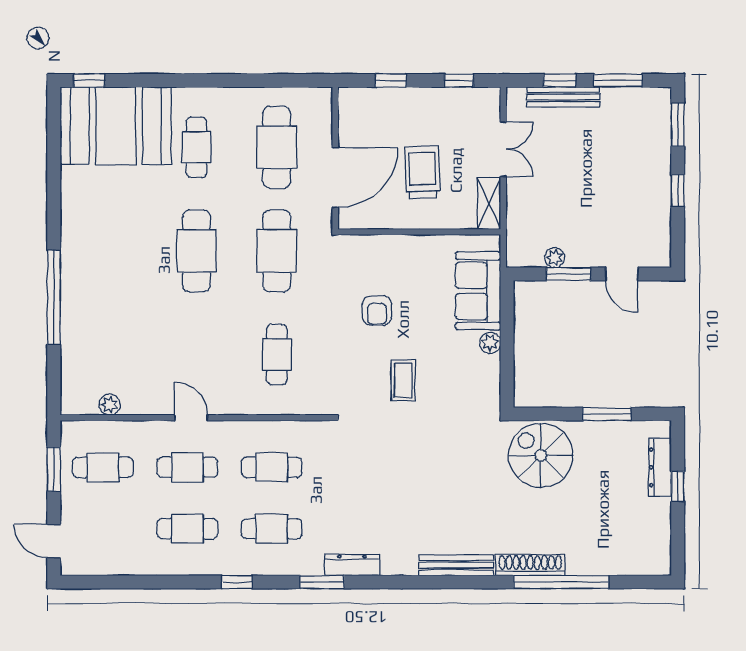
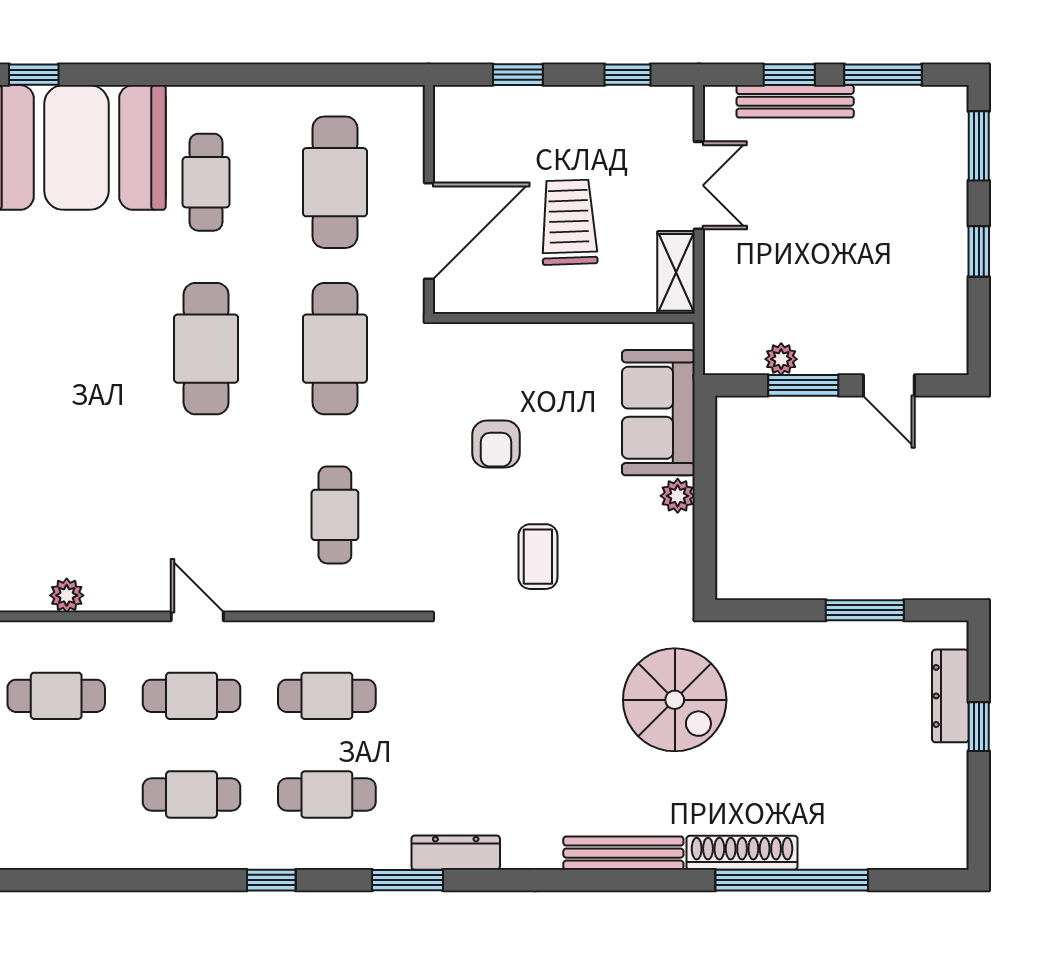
spiral stairs: (541, 455) -> (675, 700), moved, turned 180

